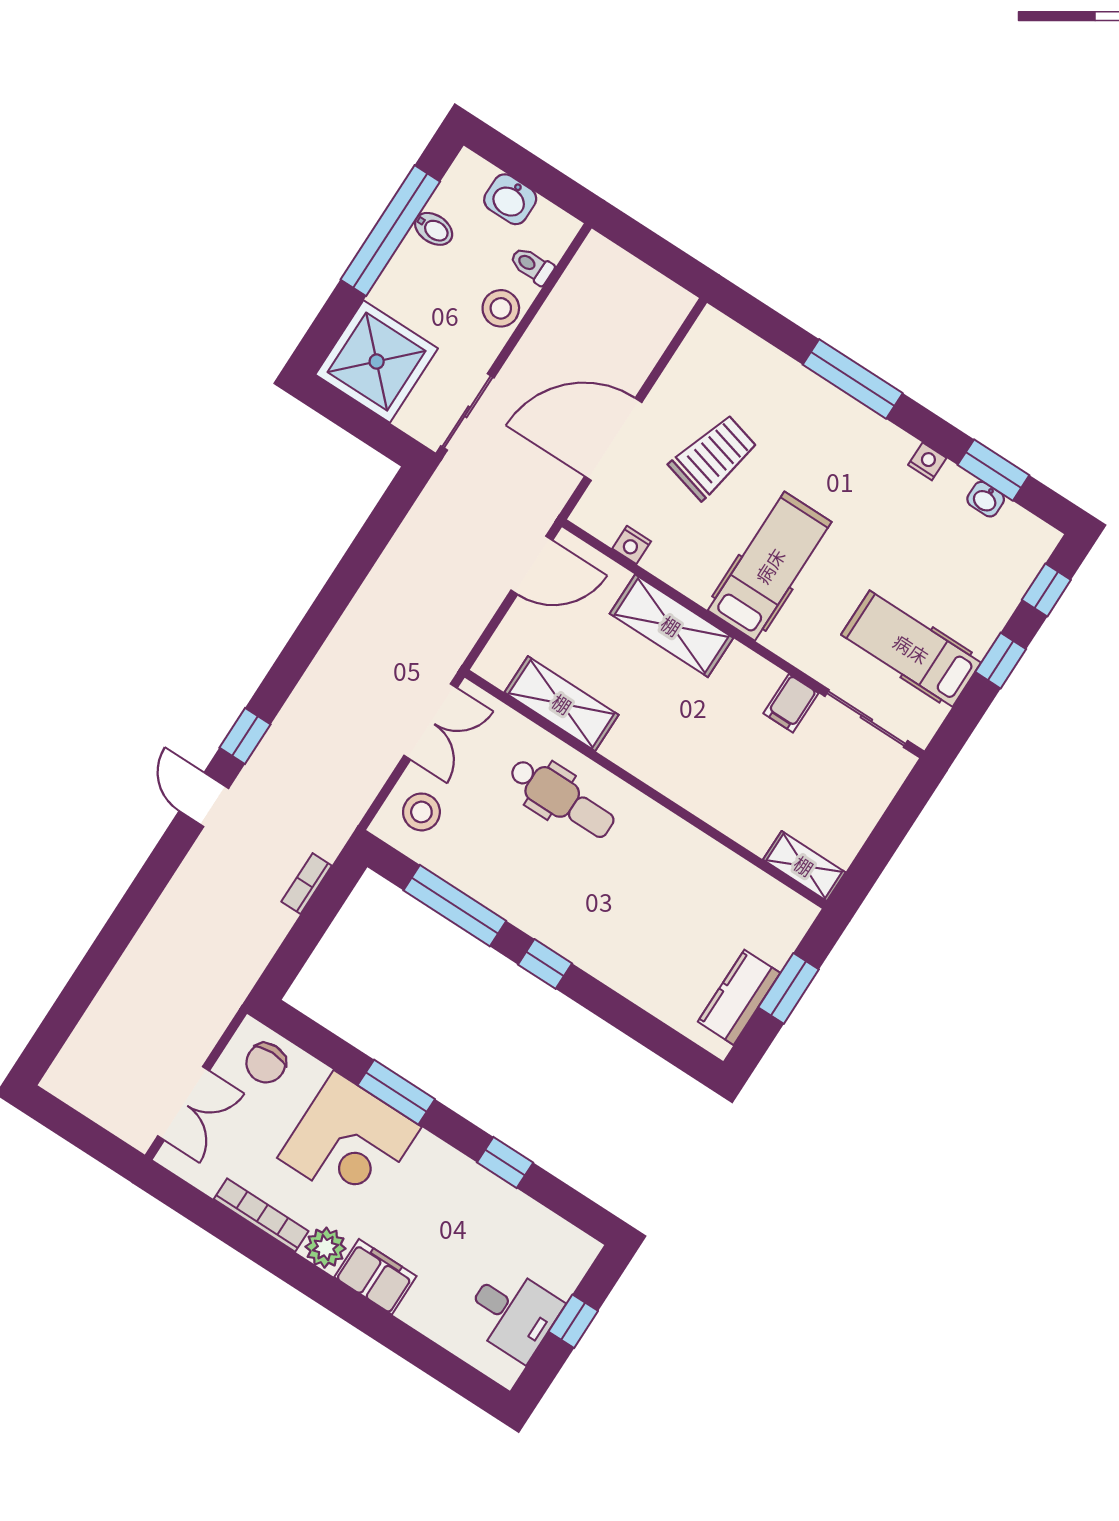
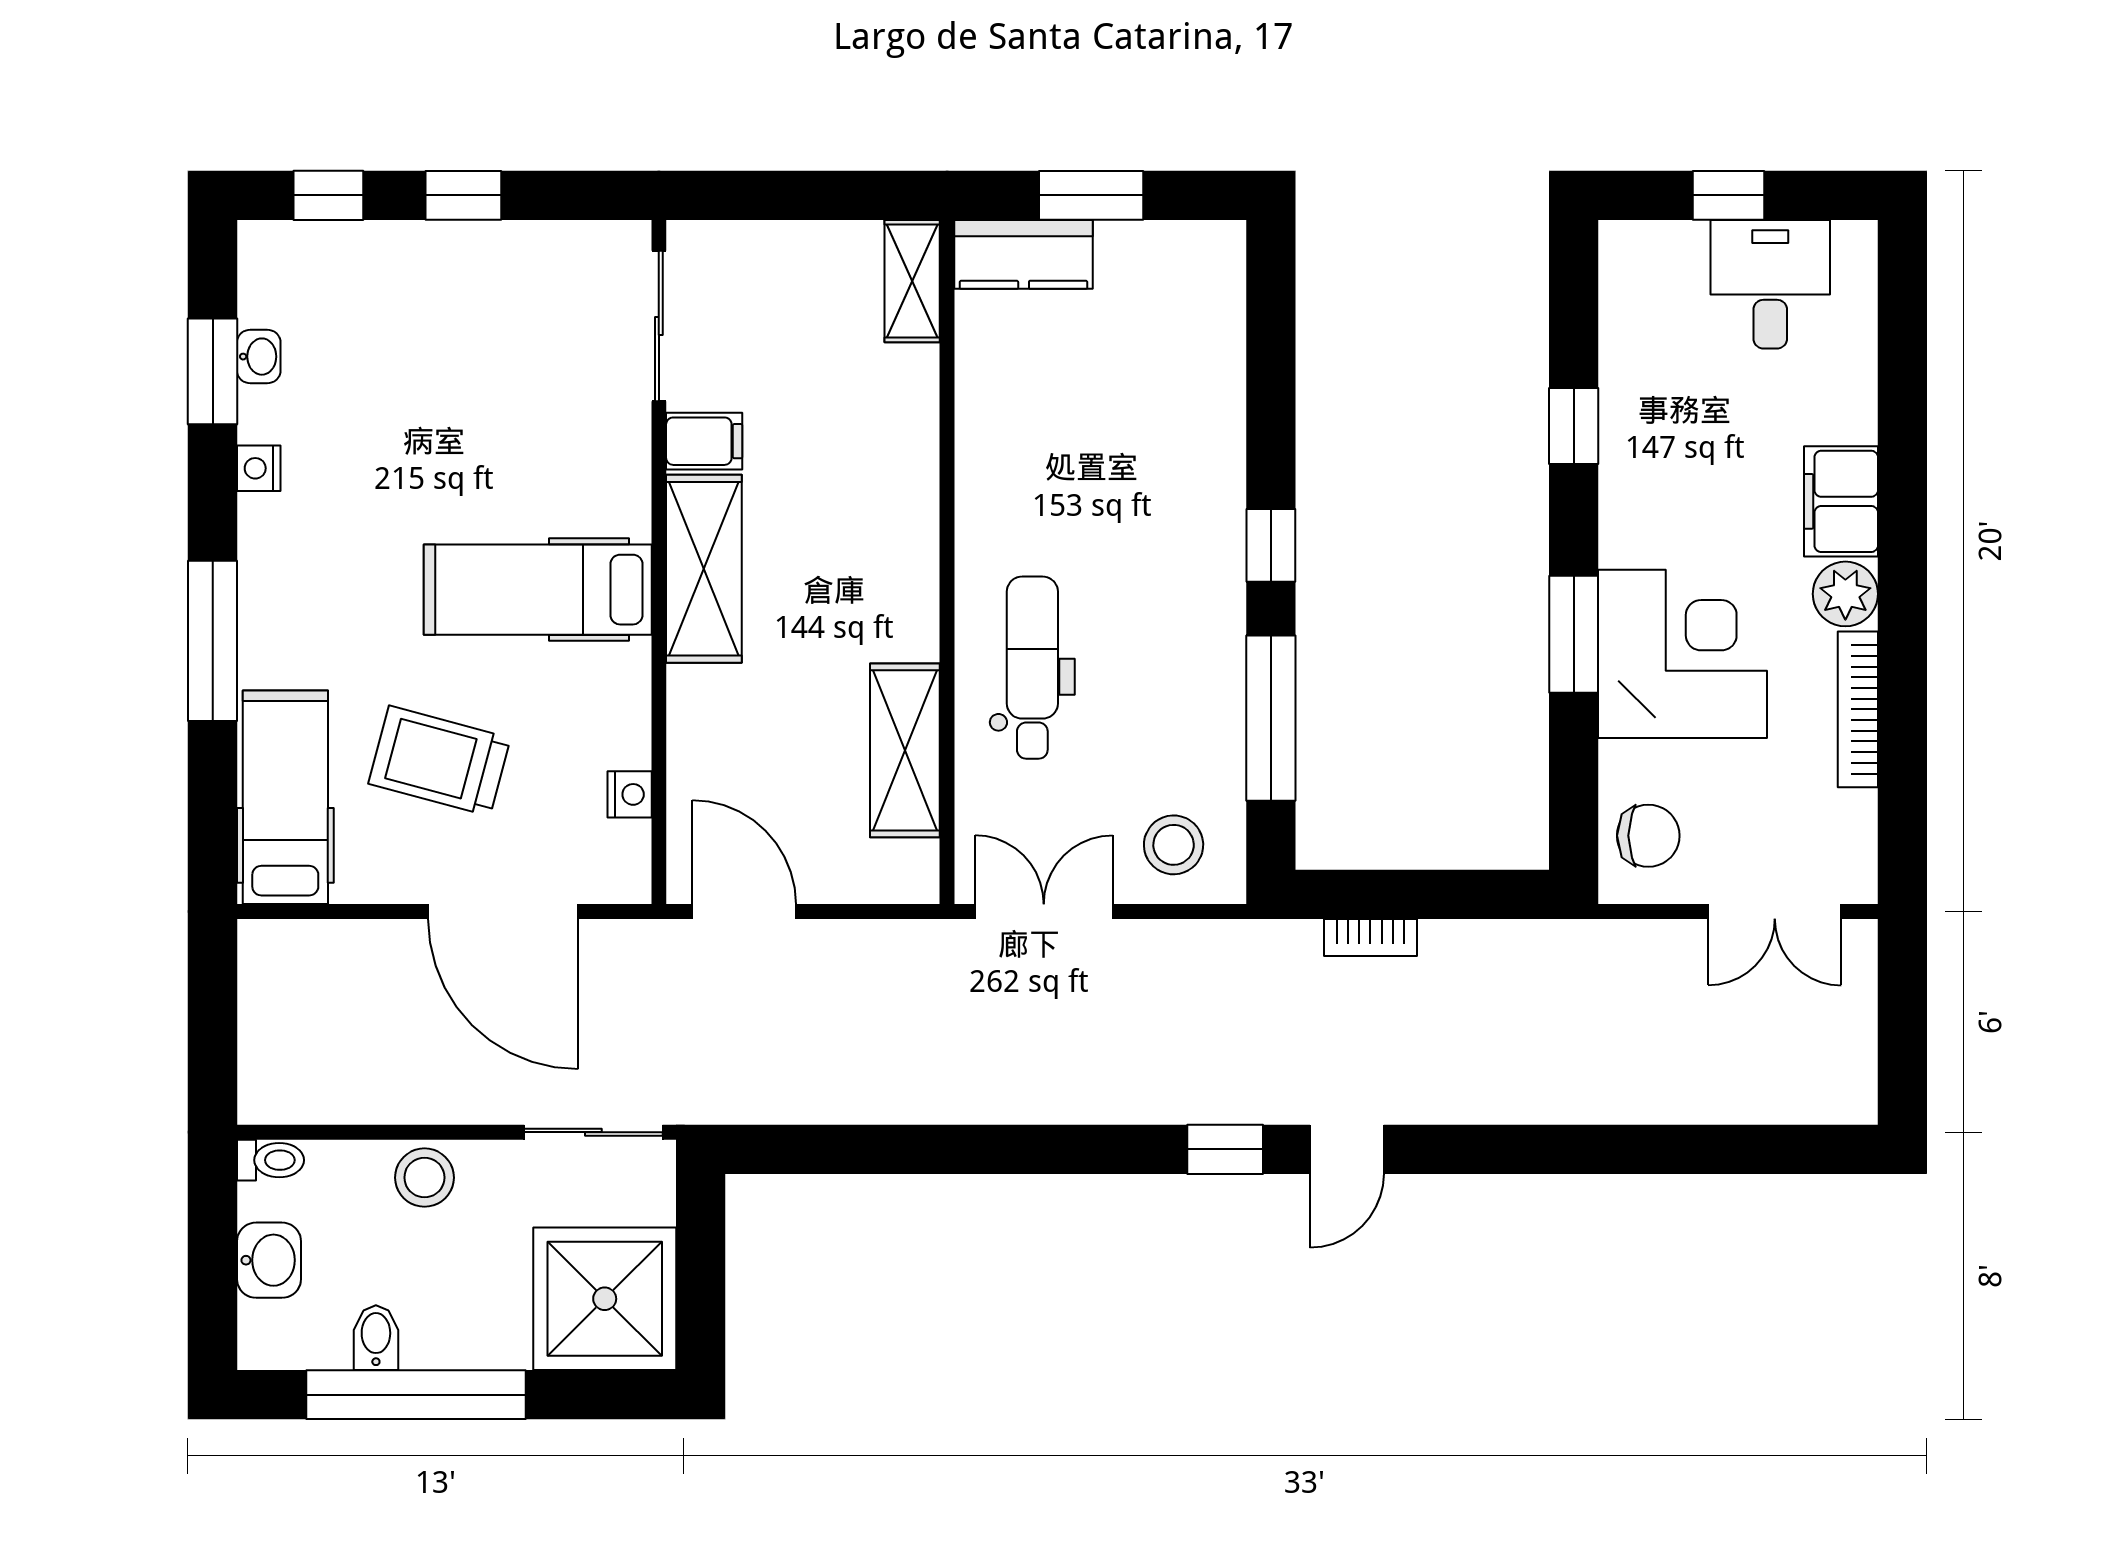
toilet: (532, 266) -> (270, 1160), moved, turned -90
shelving: (671, 626) -> (704, 569), moved
hospital bed: (911, 649) -> (285, 797), moved, turned 180
kitchen counter: (739, 997) -> (1024, 254), moved
double door: (184, 1103) -> (1775, 911), swing flipped

